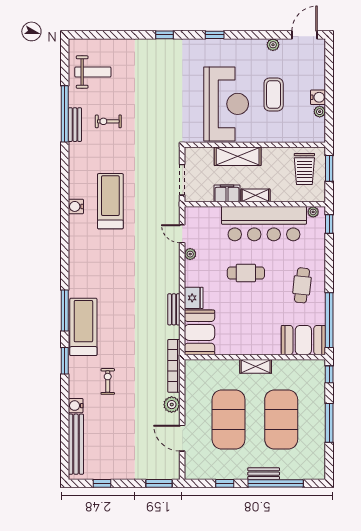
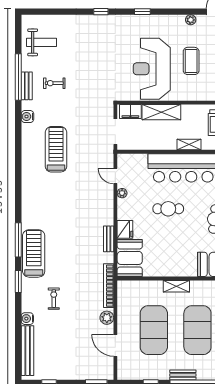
reception desk: (226, 104) -> (152, 69), turned 180
filing cabinet: (227, 193) -> (130, 112), moved, turned 180
shelving: (255, 195) -> (189, 145), moved
water cooler: (76, 206) -> (27, 117), moved

